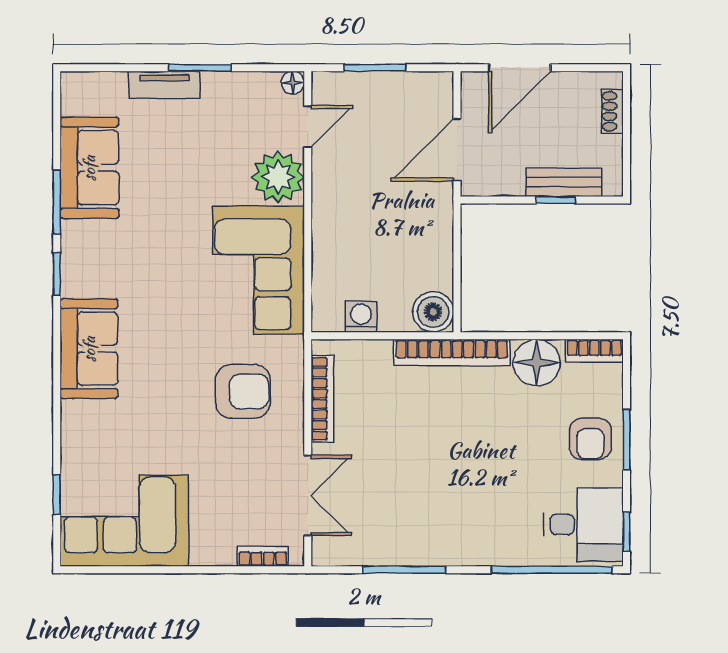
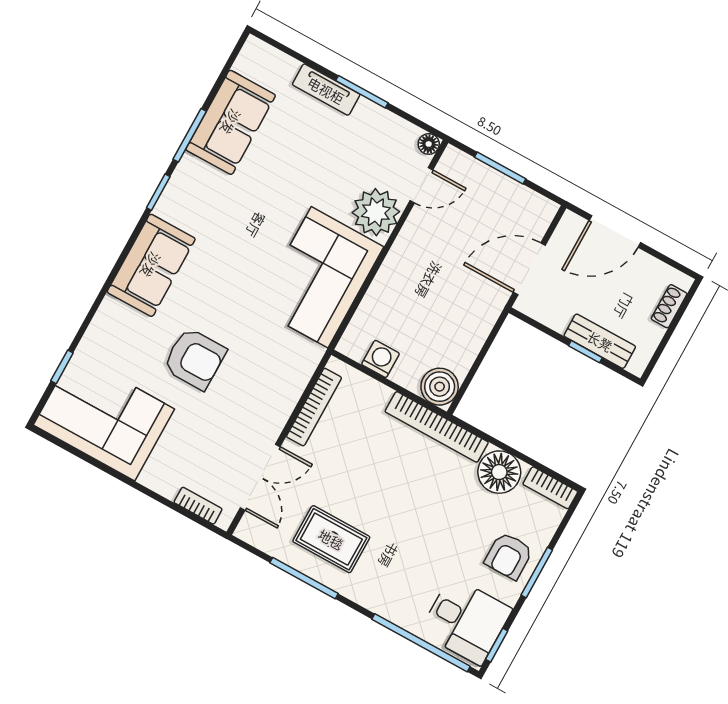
armchair: (243, 391) -> (195, 359), moved
rug: (410, 517) -> (331, 539), added

